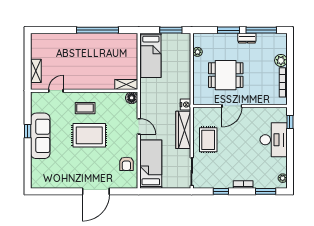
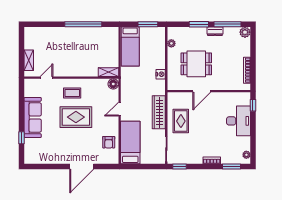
plant: (281, 60) -> (245, 32), moved
nightstand: (185, 105) -> (161, 74), moved
door: (139, 126) -> (120, 109), swing flipped
window: (28, 131) -> (21, 138), moved
window: (221, 191) -> (179, 166), moved

